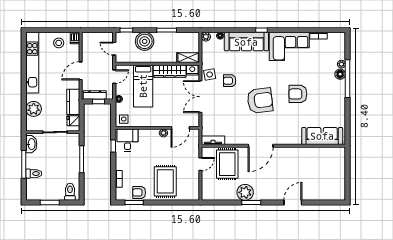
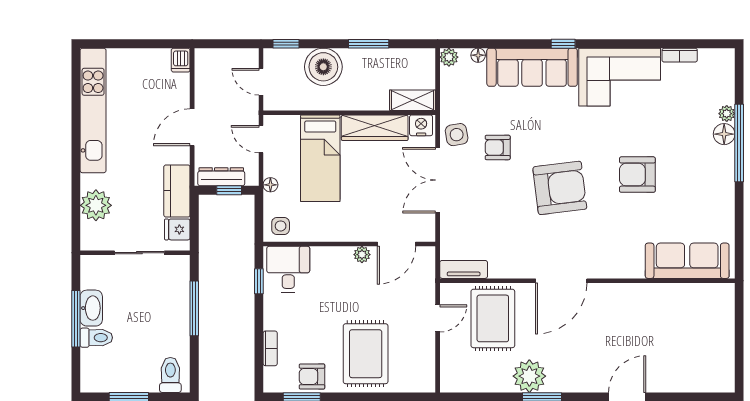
stool: (59, 43) -> (147, 70), removed
door: (114, 77) -> (261, 139), swing flipped
washbasin: (31, 144) -> (91, 308), moved

